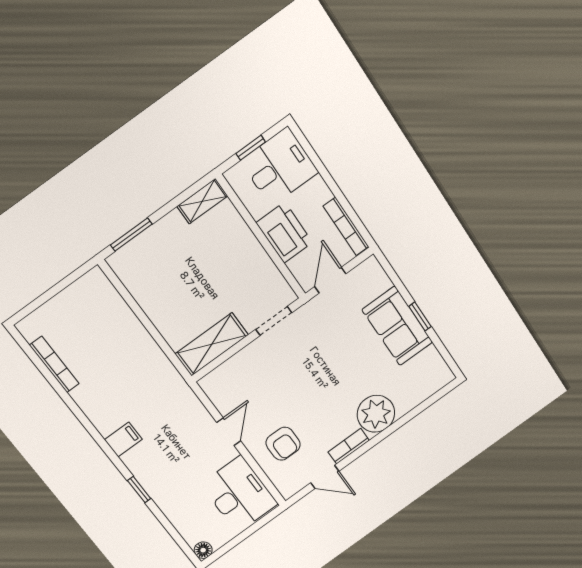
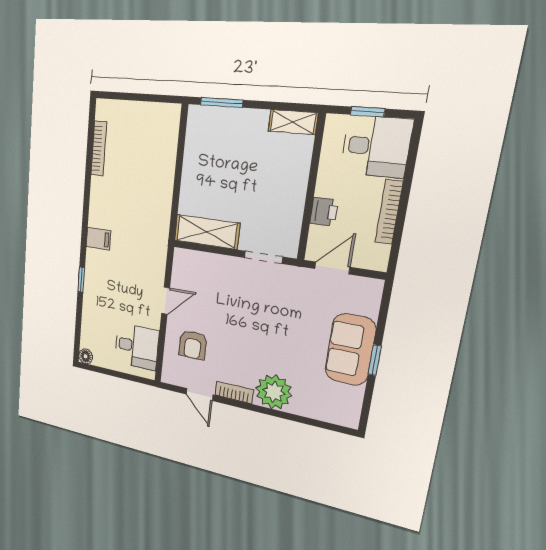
bookcase: (346, 226) -> (389, 212), moved
printer: (284, 233) -> (324, 212), width x0.53, depth x0.68
desk: (239, 494) -> (137, 346), width x0.73

